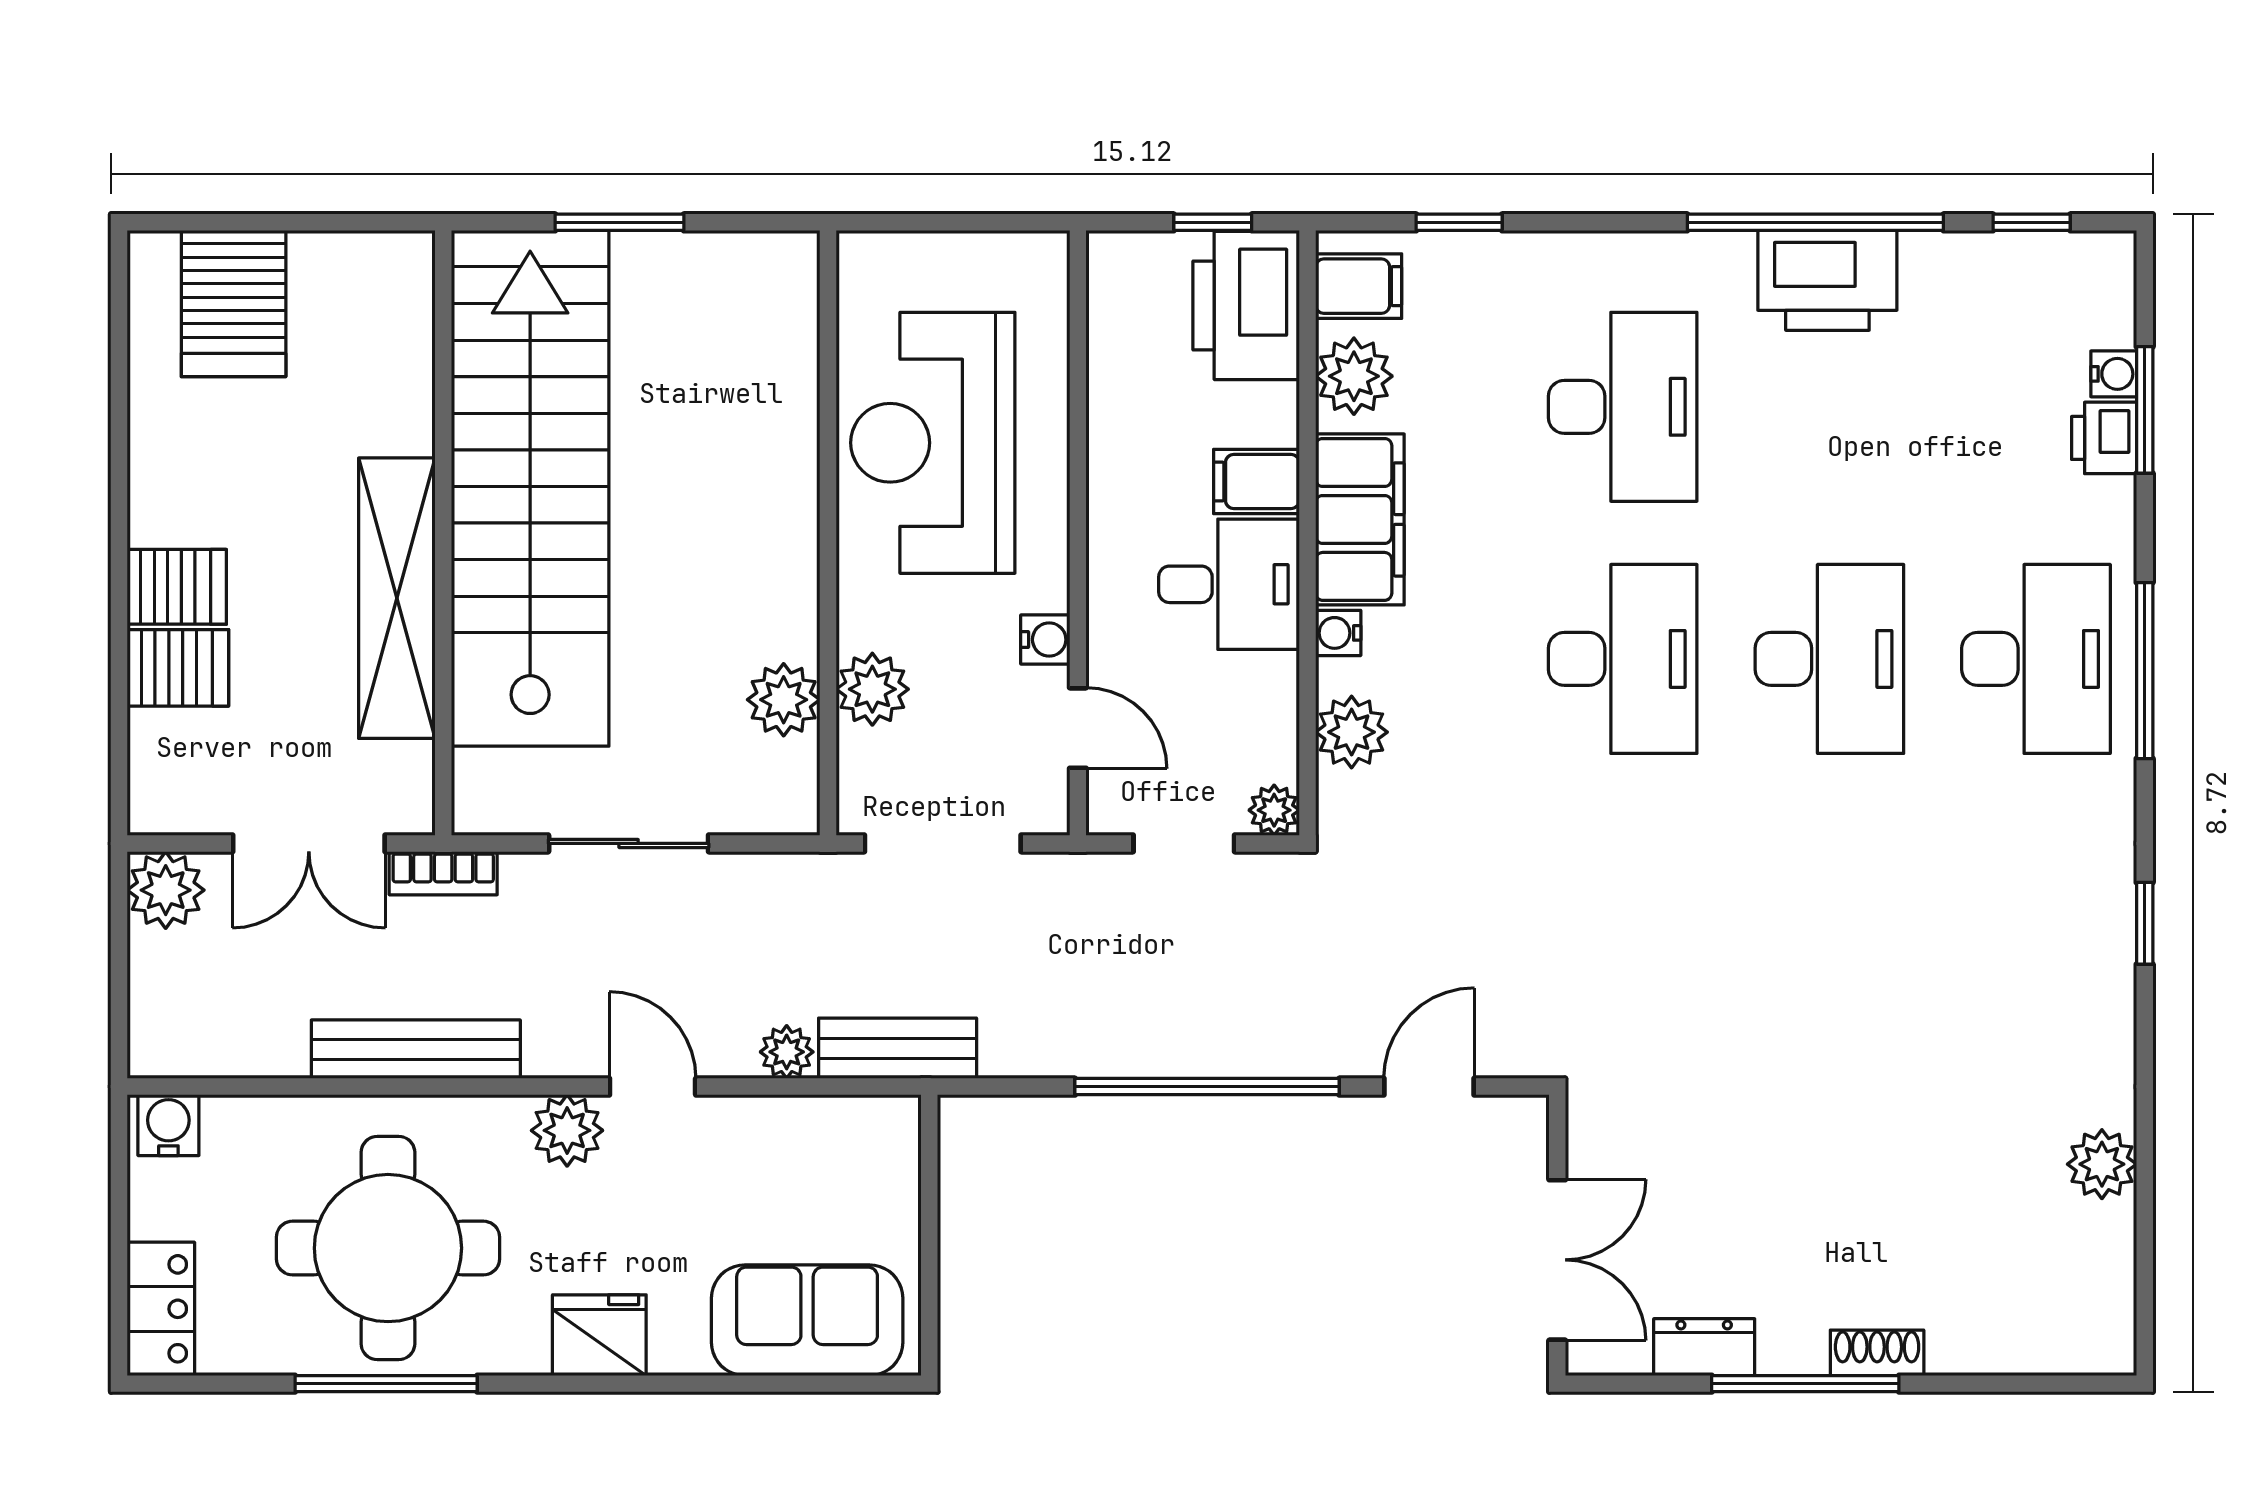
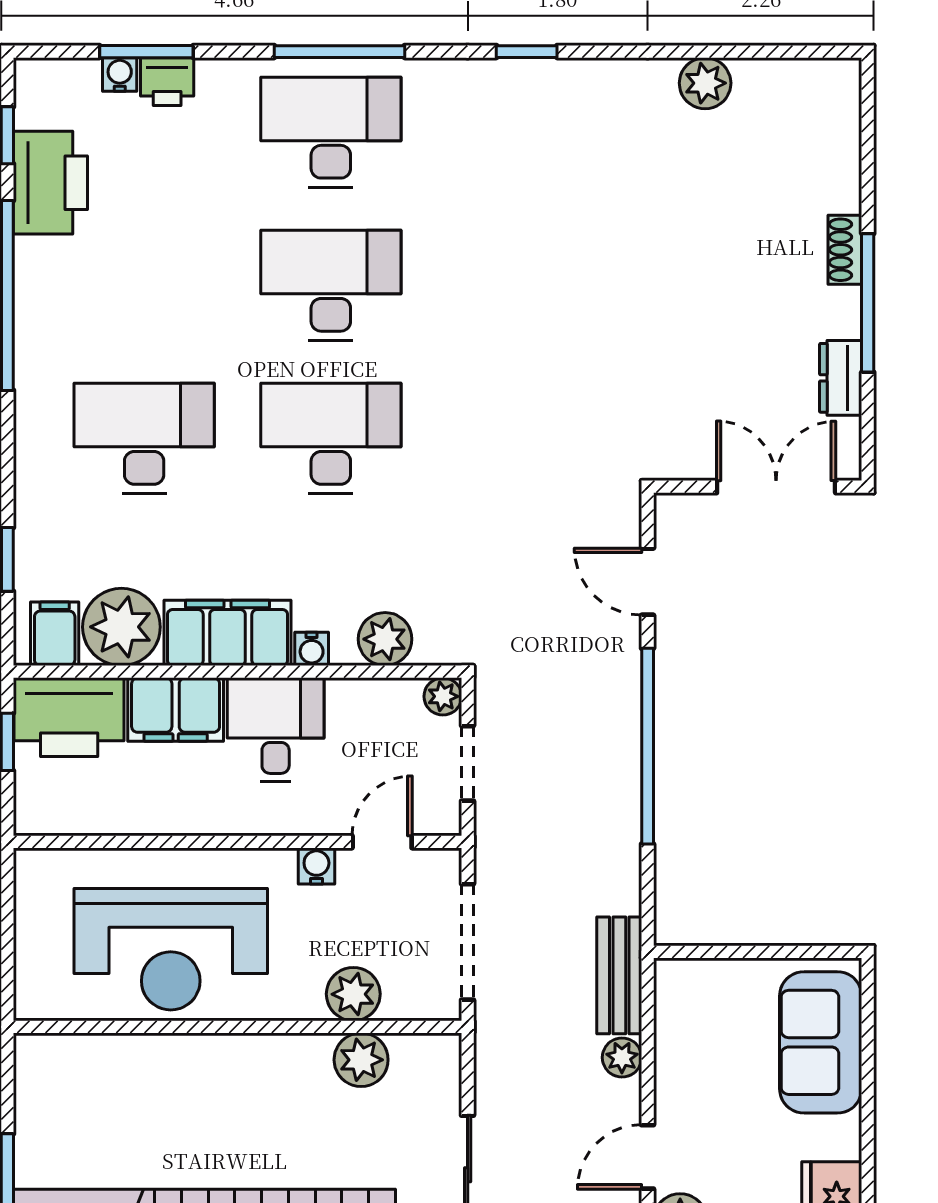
printer: (1827, 280) -> (50, 183), moved
plant: (1354, 376) -> (121, 627), width x1.36, depth x1.36
filing cabinet: (1256, 482) -> (176, 710), width x2.00

